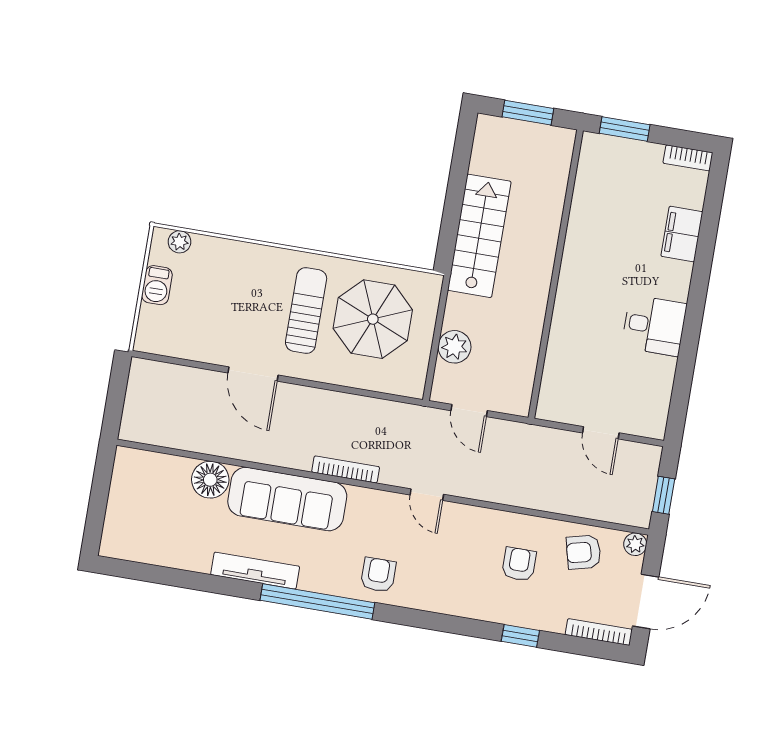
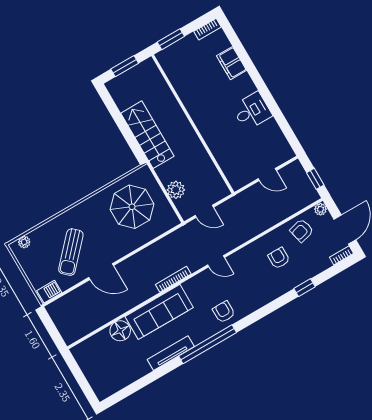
barbecue: (157, 285) -> (49, 292), moved, turned -90
sun lounger: (306, 311) -> (71, 252), moved, turned -137
bookcase: (599, 632) -> (341, 255), width x0.64

